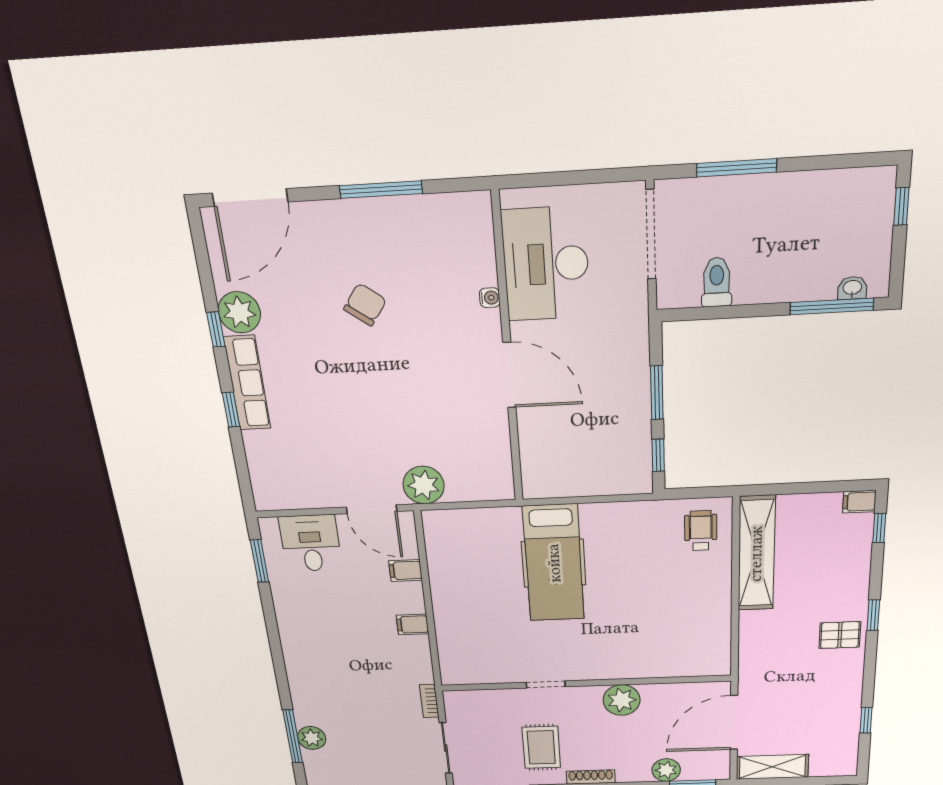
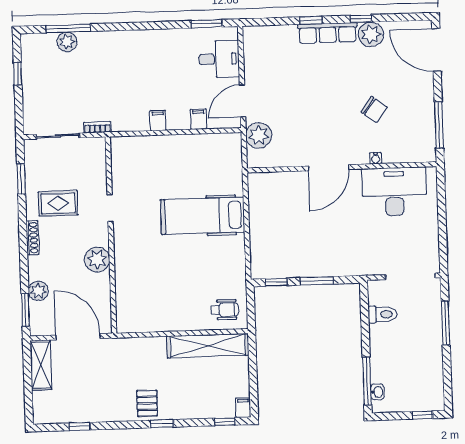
desk: (546, 264) -> (394, 192), moved
water cooler: (490, 298) -> (376, 158), moved
wall: (508, 354) -> (342, 167), moved
door: (509, 375) -> (329, 168), moved

